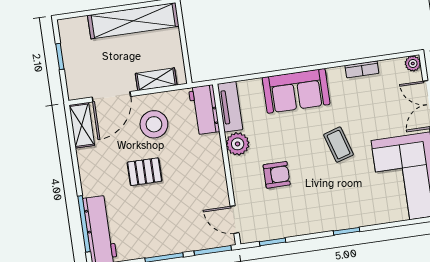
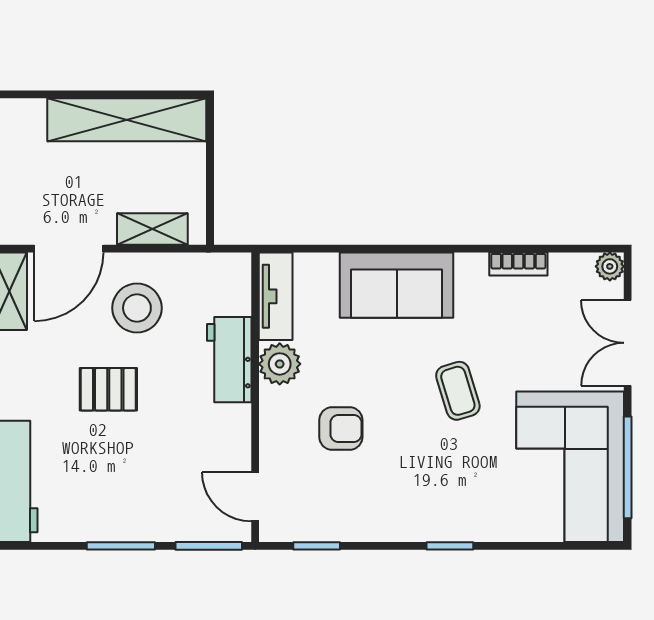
workbench: (204, 110) -> (229, 360), moved

